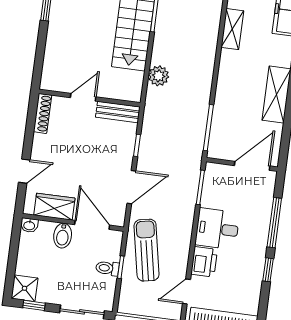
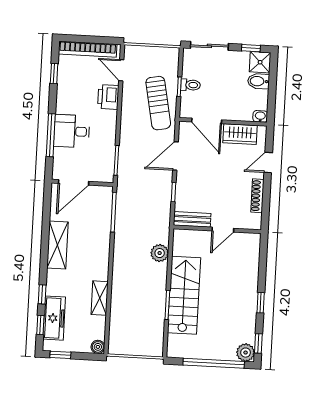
shoe rack: (42, 113) -> (257, 196), moved
desk: (217, 229) -> (72, 131), moved, turned 180
bidet: (63, 236) -> (259, 81), moved, turned -90
window: (268, 270) -> (54, 74), moved
door: (186, 292) -> (121, 70), swing flipped

